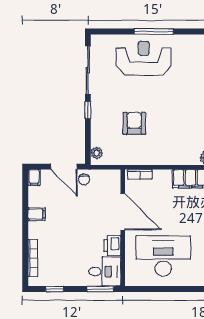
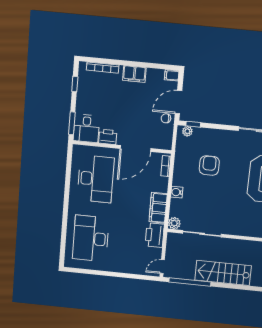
window: (88, 110) -> (193, 124), moved
armchair: (134, 123) -> (209, 166), turned -90
water cooler: (170, 159) -> (177, 192), added
filing cabinet: (37, 214) -> (134, 74), width x2.00

